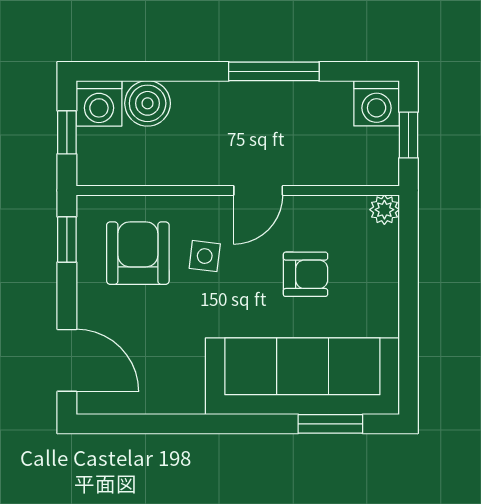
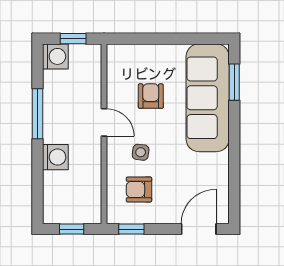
washing machine: (99, 103) -> (55, 157), moved
boiler: (148, 103) -> (55, 184), removed
plant: (384, 210) -> (115, 52), removed
armchair: (138, 253) -> (139, 189), width x0.72, depth x0.72

